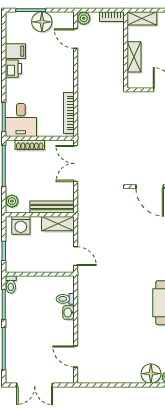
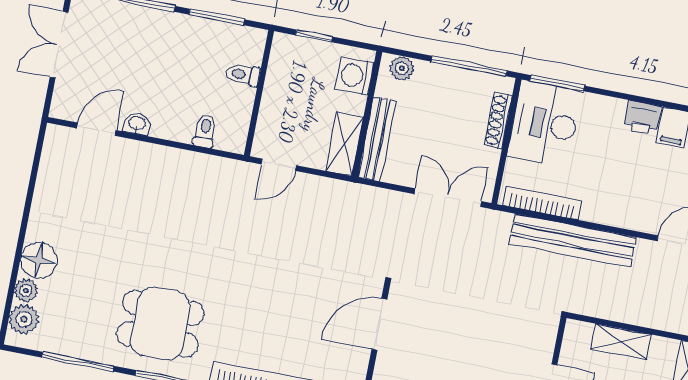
bench: (85, 93) -> (573, 240), added
desk: (21, 120) -> (544, 124), width x1.37
toilet: (11, 284) -> (243, 75), moved
washbasin: (68, 312) -> (137, 124), moved

